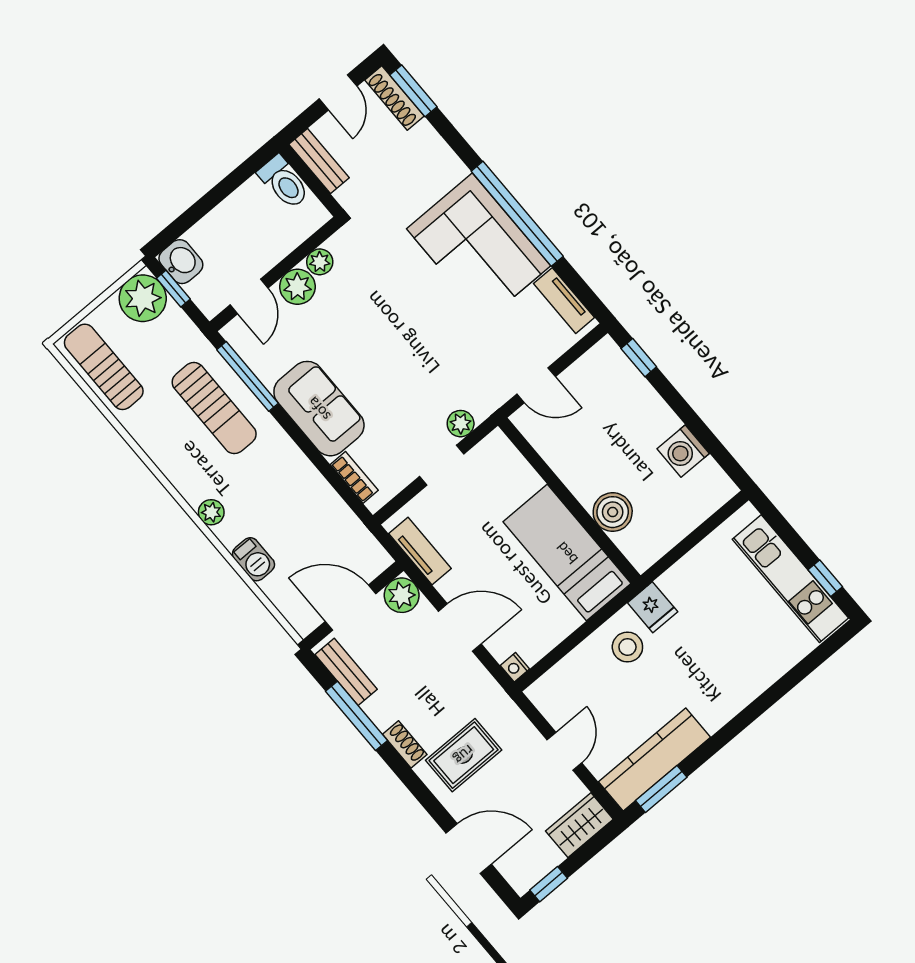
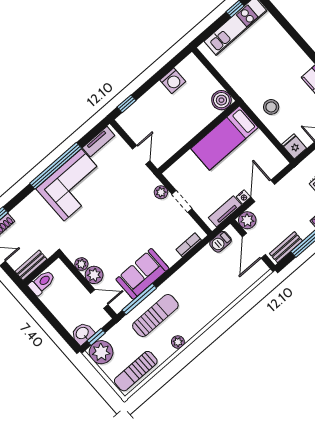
sofa: (319, 409) -> (142, 274), moved
plant: (211, 512) -> (178, 342), moved
boiler: (613, 512) -> (221, 100), moved
barbecue: (253, 559) -> (221, 242), moved, turned 180
fridge: (653, 607) -> (294, 146), moved, turned -90
nightstand: (515, 667) -> (243, 197), moved

